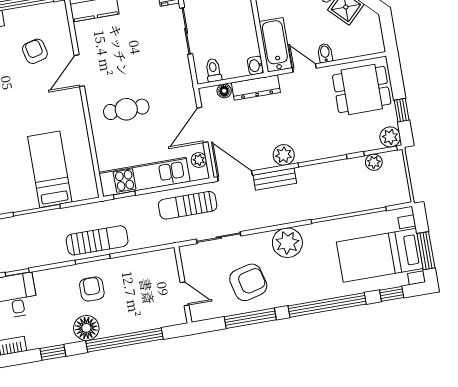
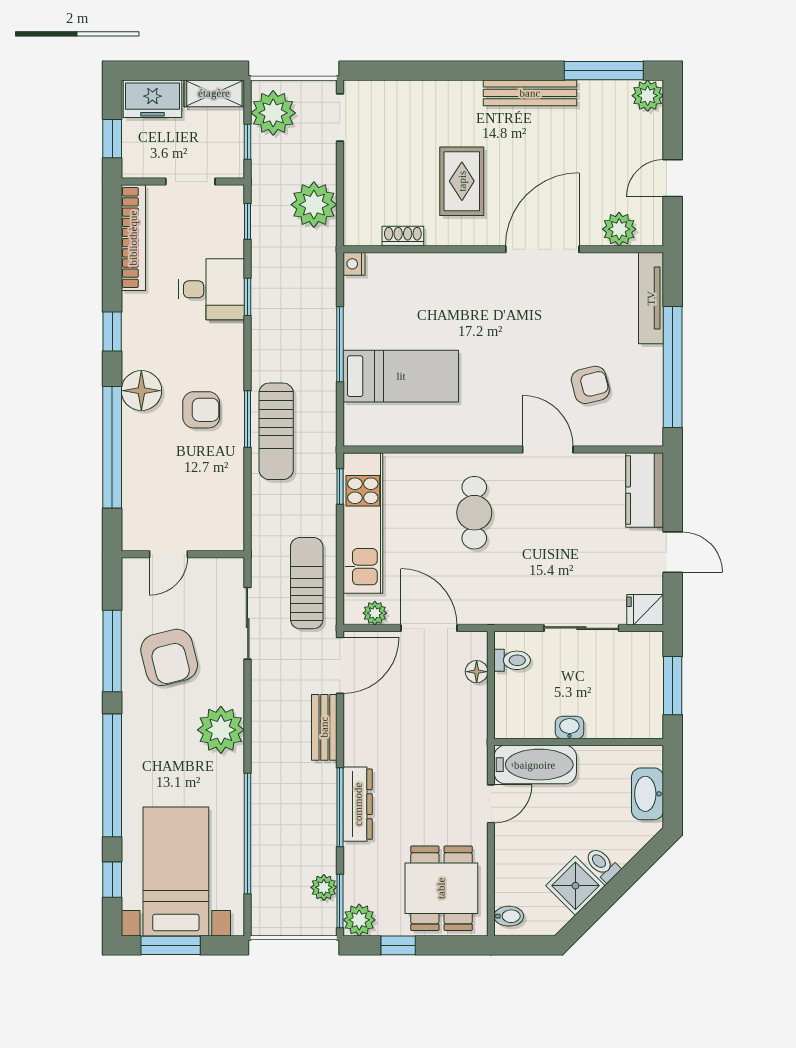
bidet: (325, 53) -> (509, 916), moved
washbasin: (255, 65) -> (569, 728), moved
dresser: (256, 88) -> (358, 804), moved, turned 180
plant: (284, 155) -> (360, 748), removed

